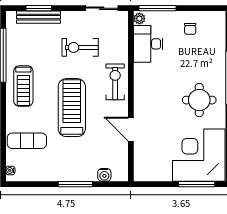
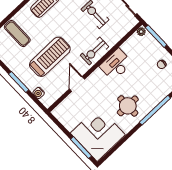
desk: (148, 44) -> (116, 65), moved
exercise bike: (115, 82) -> (94, 51), turned 180
treadmill: (72, 108) -> (50, 57), moved

